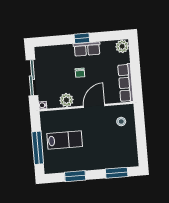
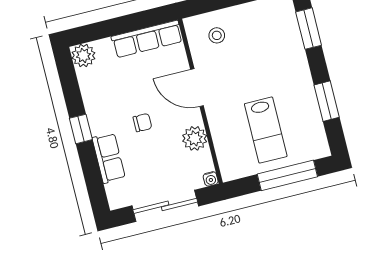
row of seats: (87, 49) -> (109, 158), moved
lab bench: (65, 140) -> (266, 130), turned 180

